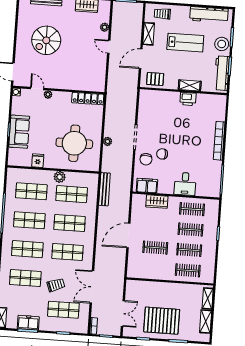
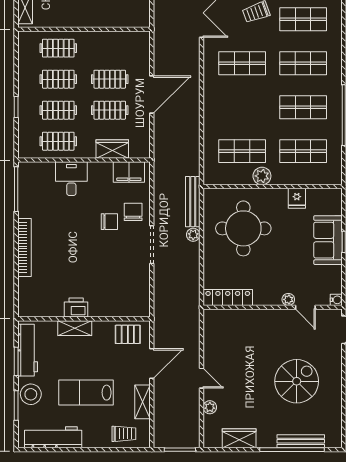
bench: (104, 189) -> (193, 202), moved
shop shelf: (70, 223) -> (242, 107), removed
clothes rail: (157, 227) -> (110, 110), added

